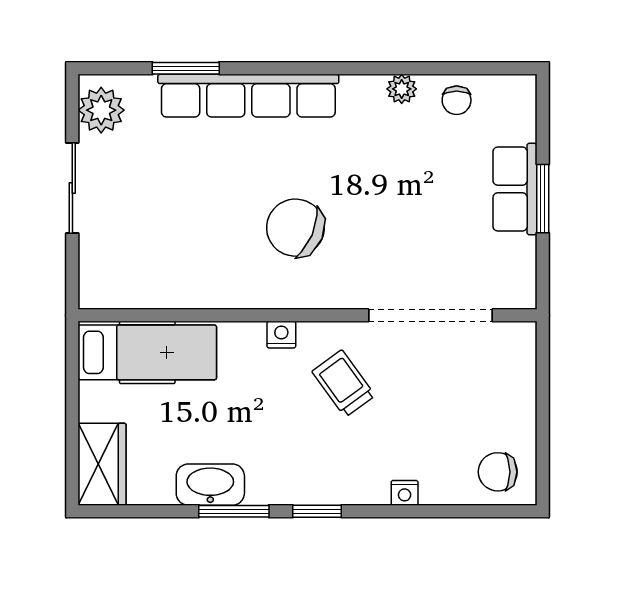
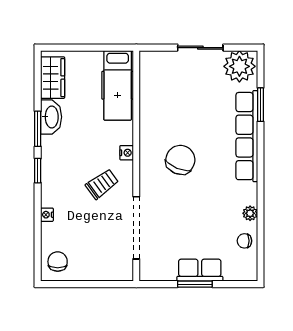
plant: (101, 110) -> (239, 66), width x1.36, depth x1.36
wardrobe: (102, 464) -> (53, 78), moved, turned -90

